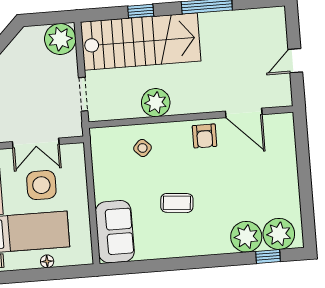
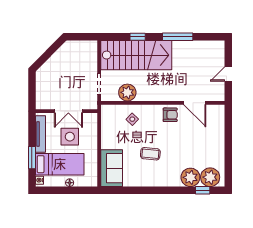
plant: (60, 39) -> (88, 50), removed
plant: (156, 103) -> (127, 92), moved
armchair: (205, 136) -> (170, 115), turned -90

